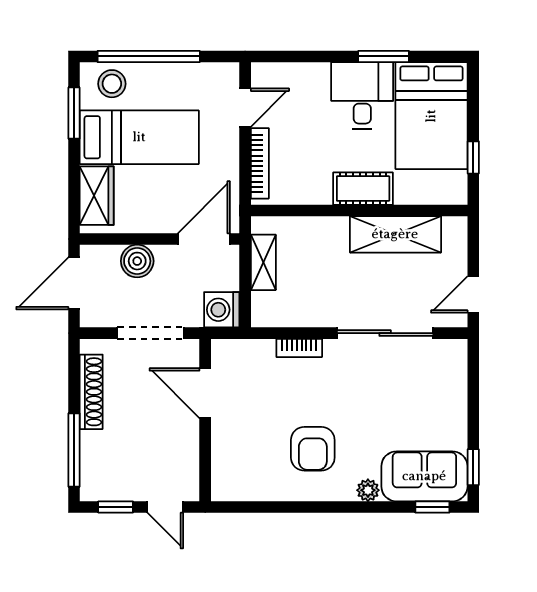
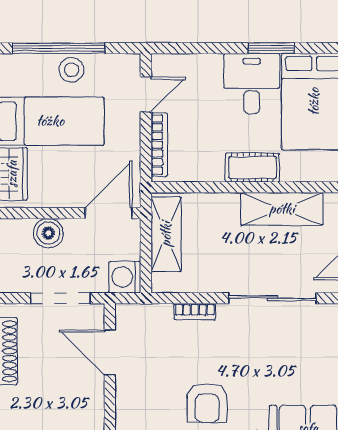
stool: (112, 84) -> (71, 70), moved
shelving: (263, 262) -> (166, 234), width x1.50, depth x1.33

